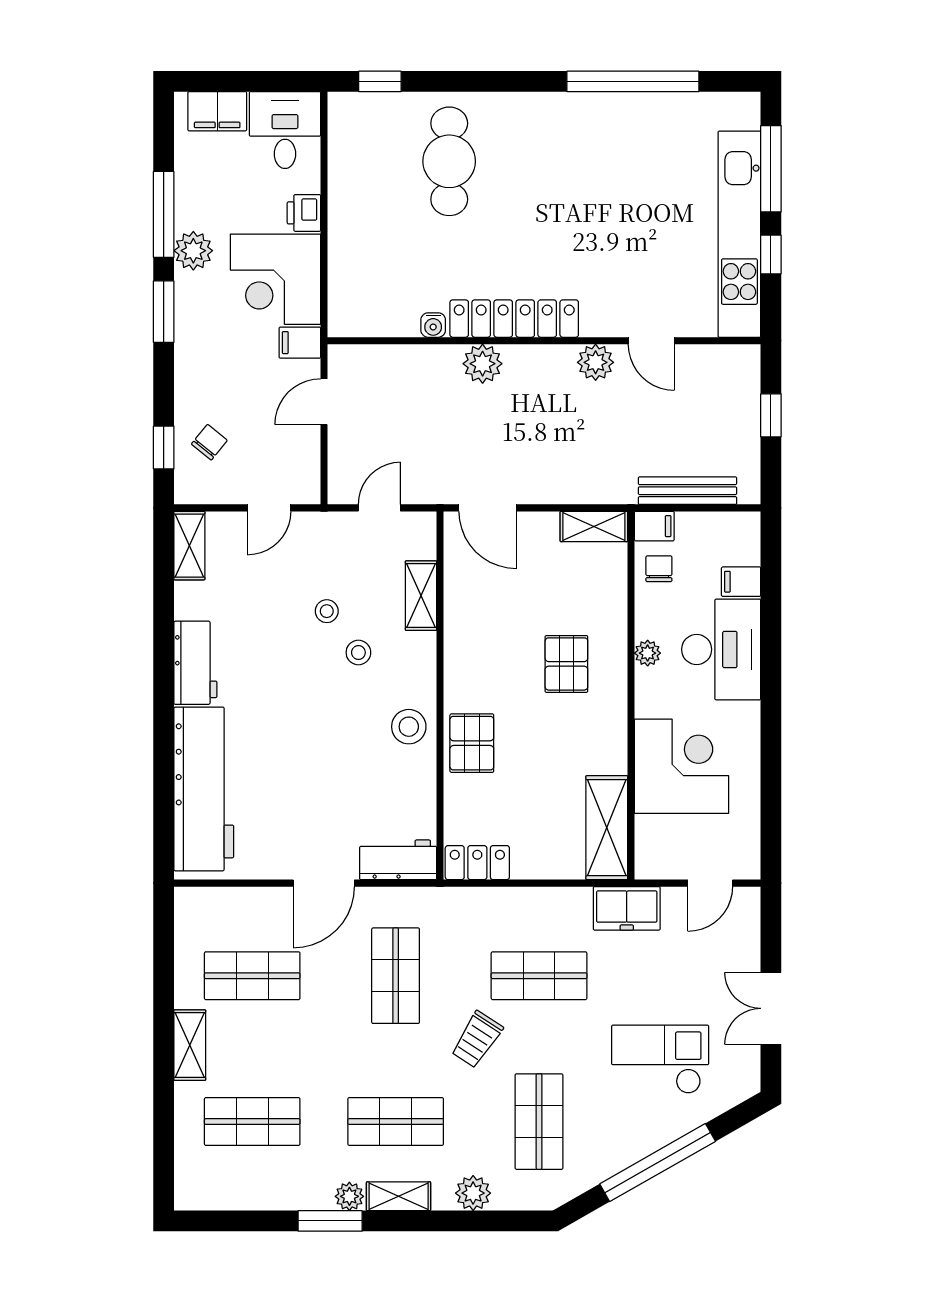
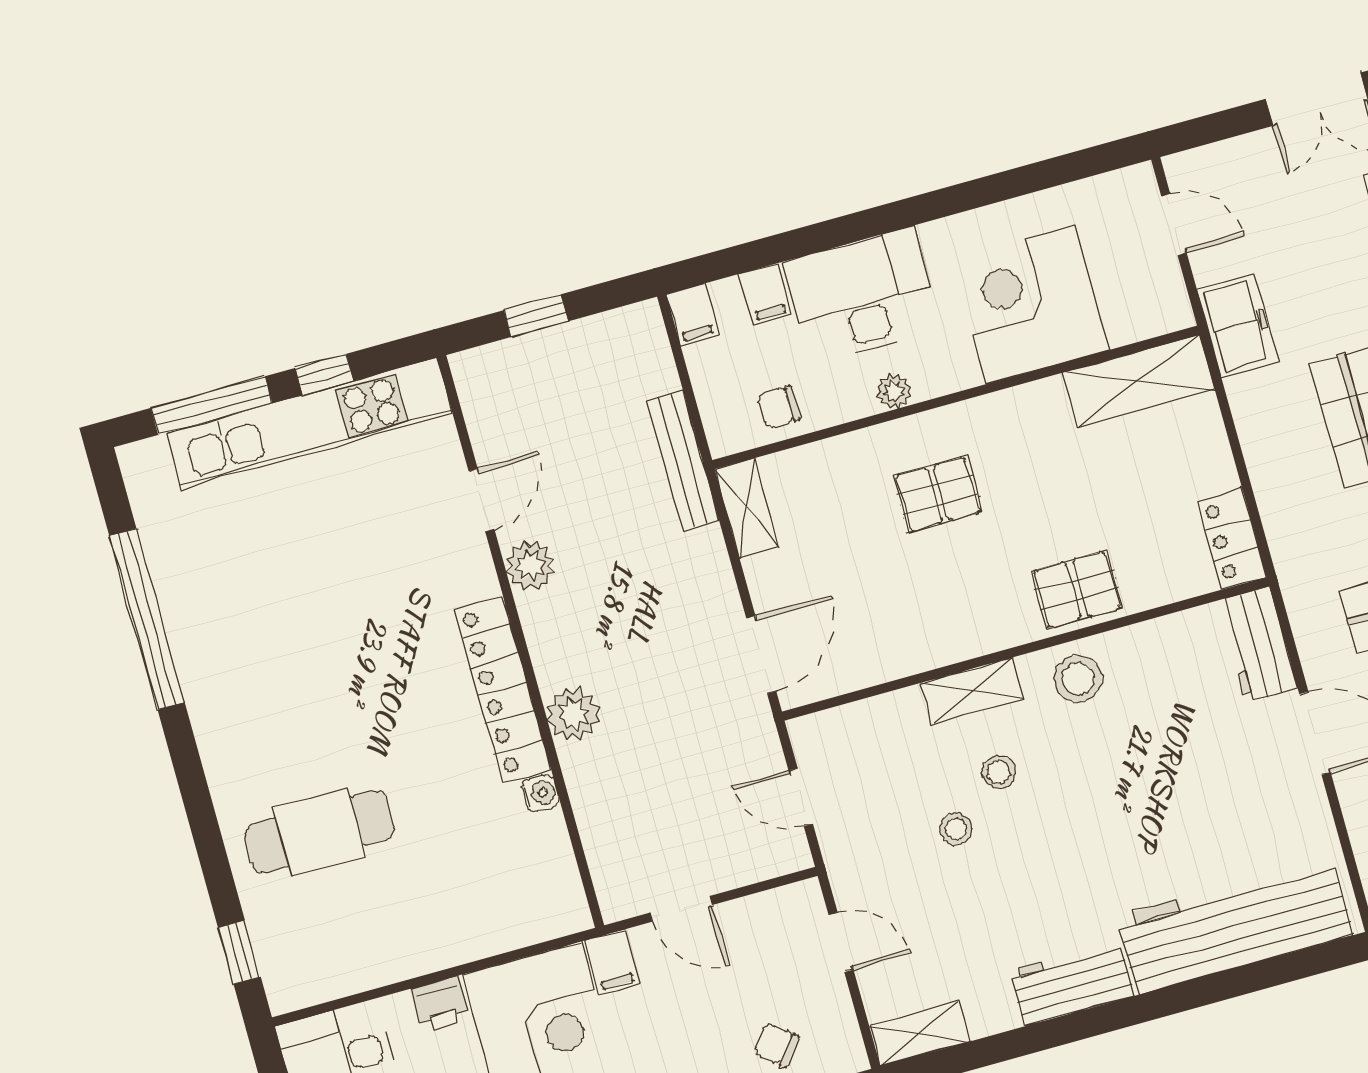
bench: (687, 491) -> (683, 461), moved
filing cabinet: (654, 526) -> (693, 315), moved, turned 180
shelving: (421, 596) -> (972, 691), moved

